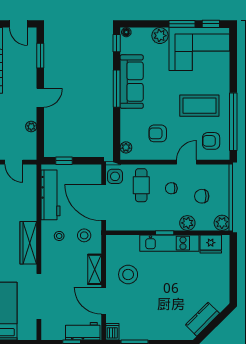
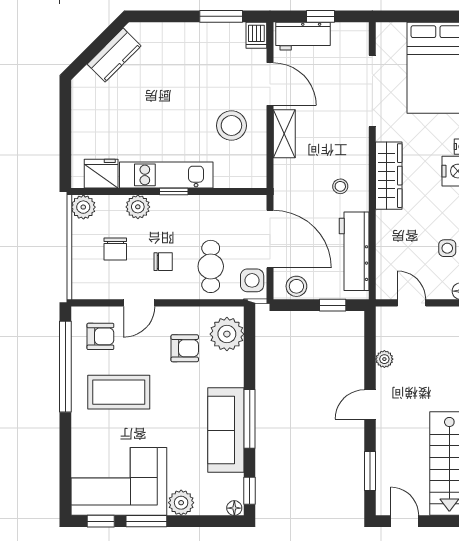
plant: (126, 147) -> (227, 334), width x1.87, depth x1.87
chair: (202, 196) -> (115, 249), turned 90
stool: (84, 235) -> (296, 286), moved

